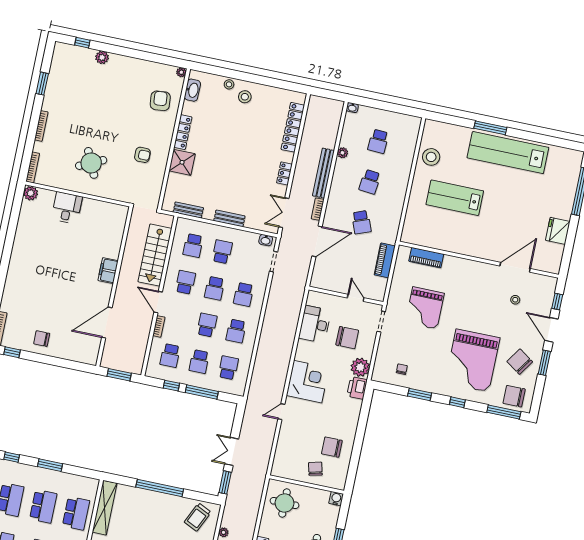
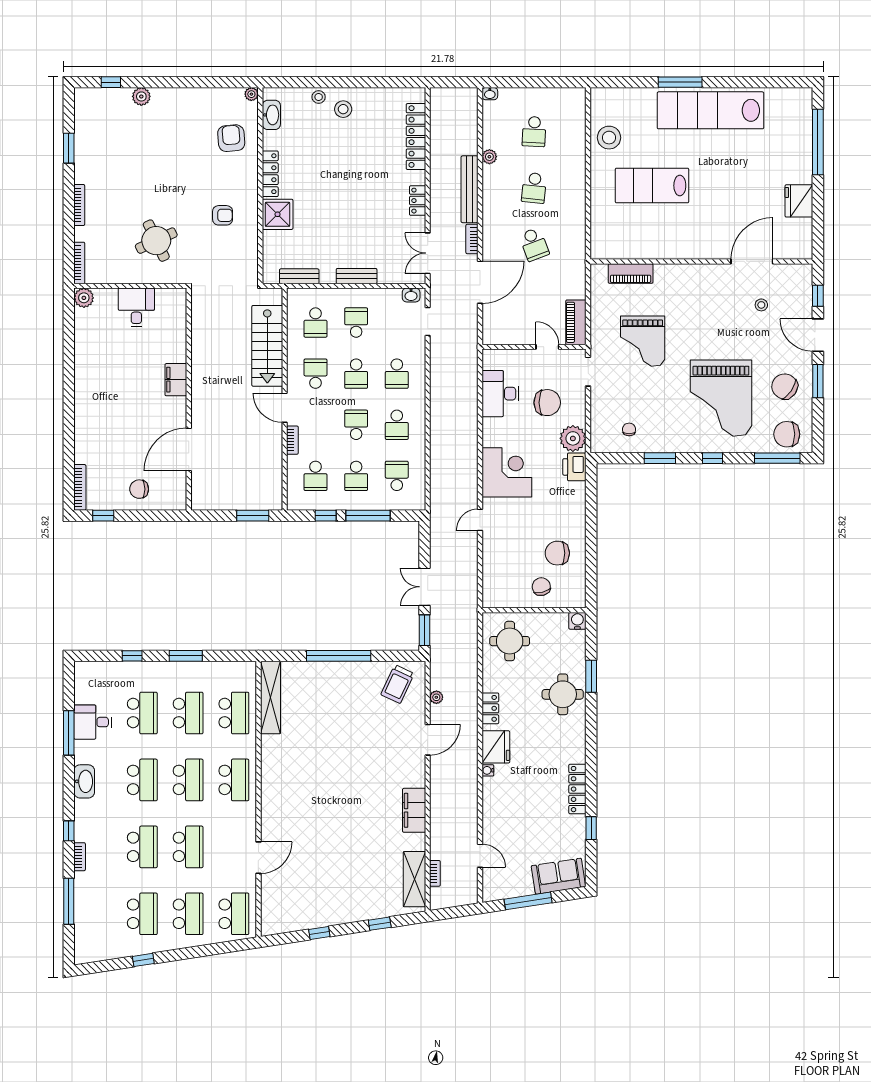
piano: (385, 260) -> (576, 322), moved
filing cabinet: (108, 271) -> (176, 380), moved
wall: (114, 287) -> (189, 399), moved
door: (107, 323) -> (189, 449), moved

